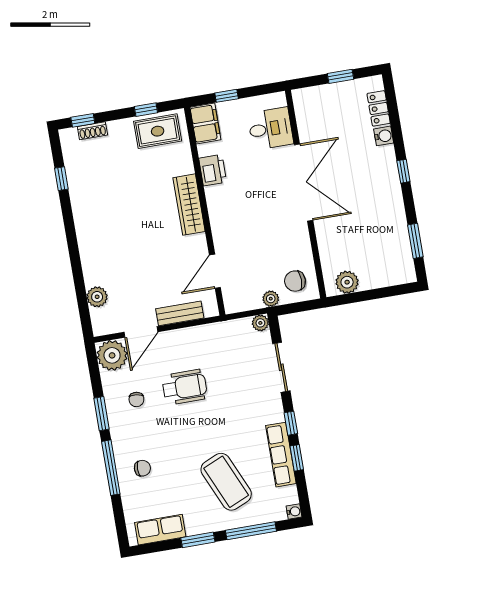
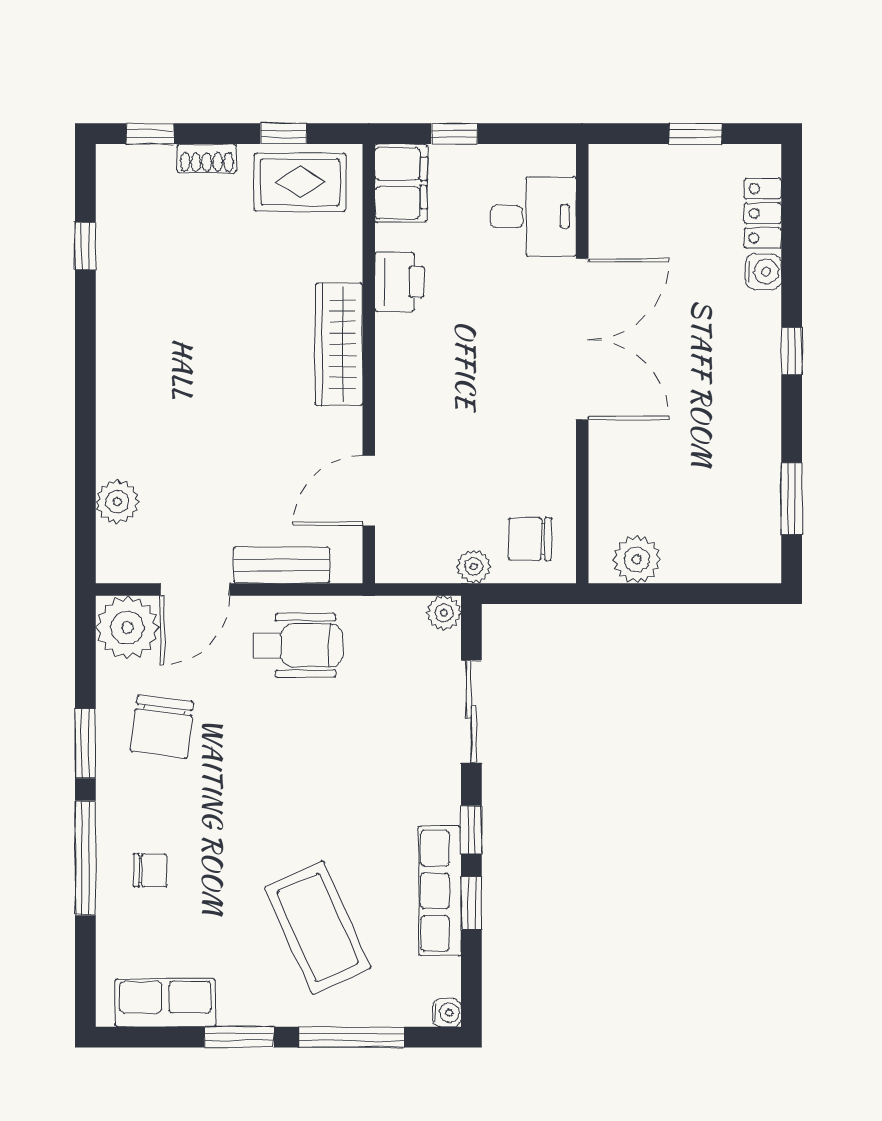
shoe rack: (92, 131) -> (207, 158), moved
wheelchair: (185, 387) -> (299, 645), moved
chair: (136, 399) -> (162, 727), width x1.87, depth x1.87

